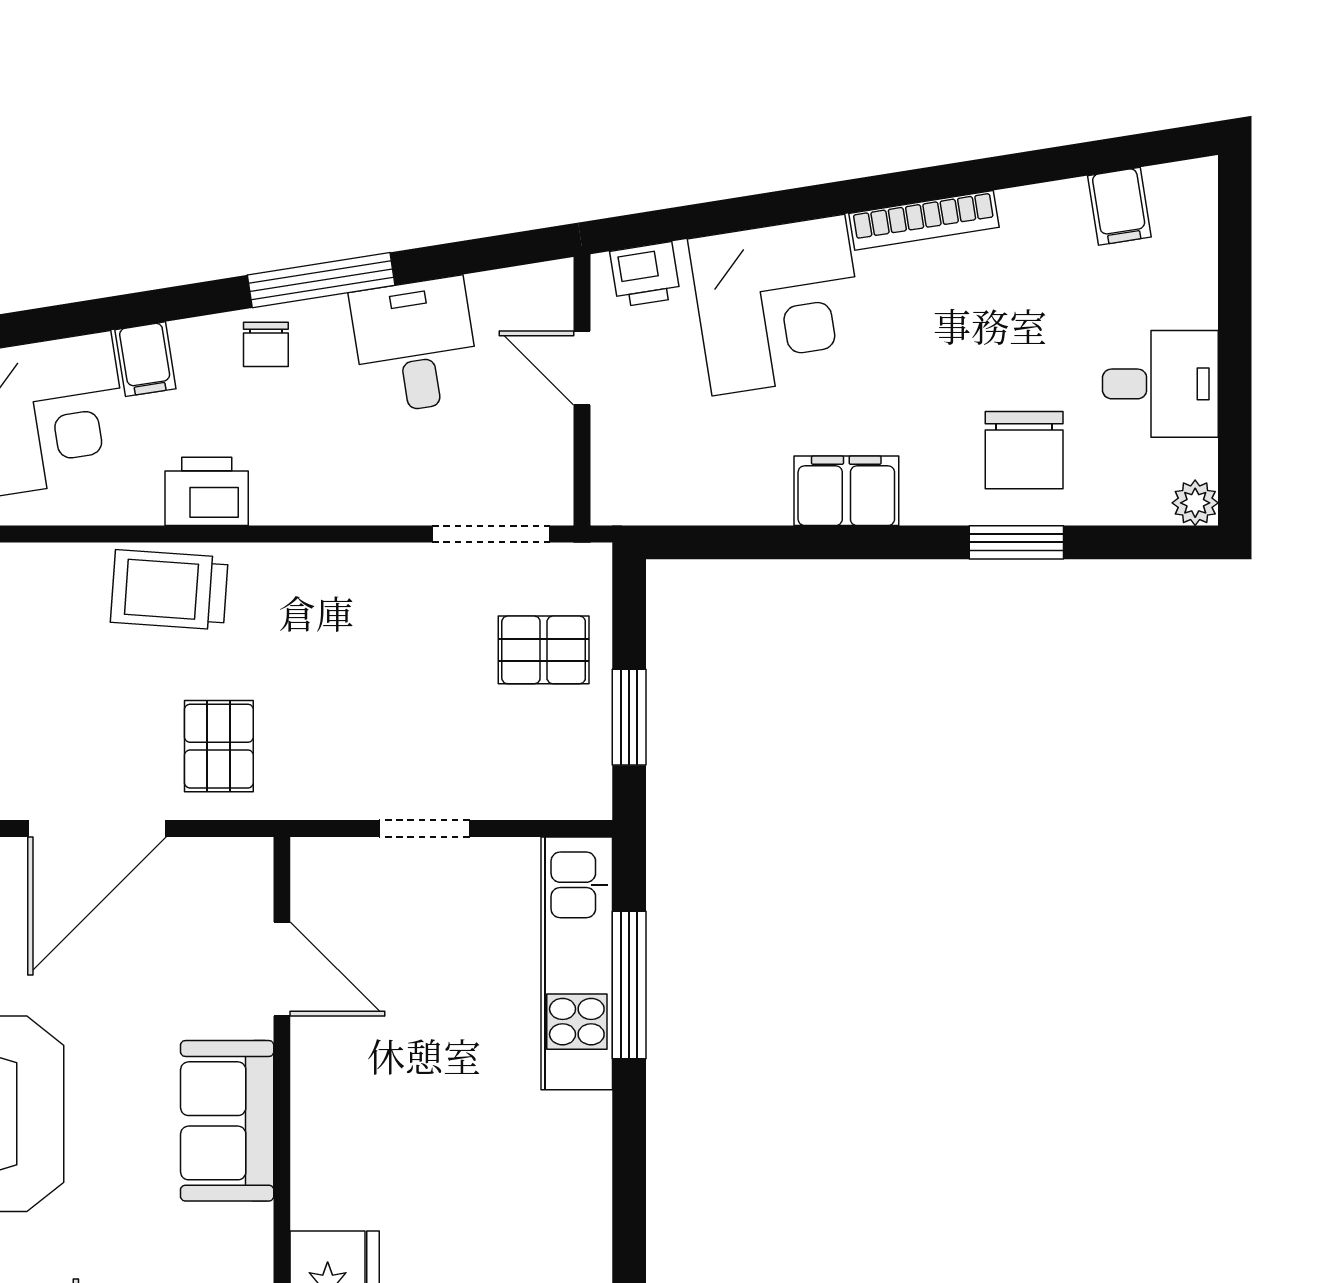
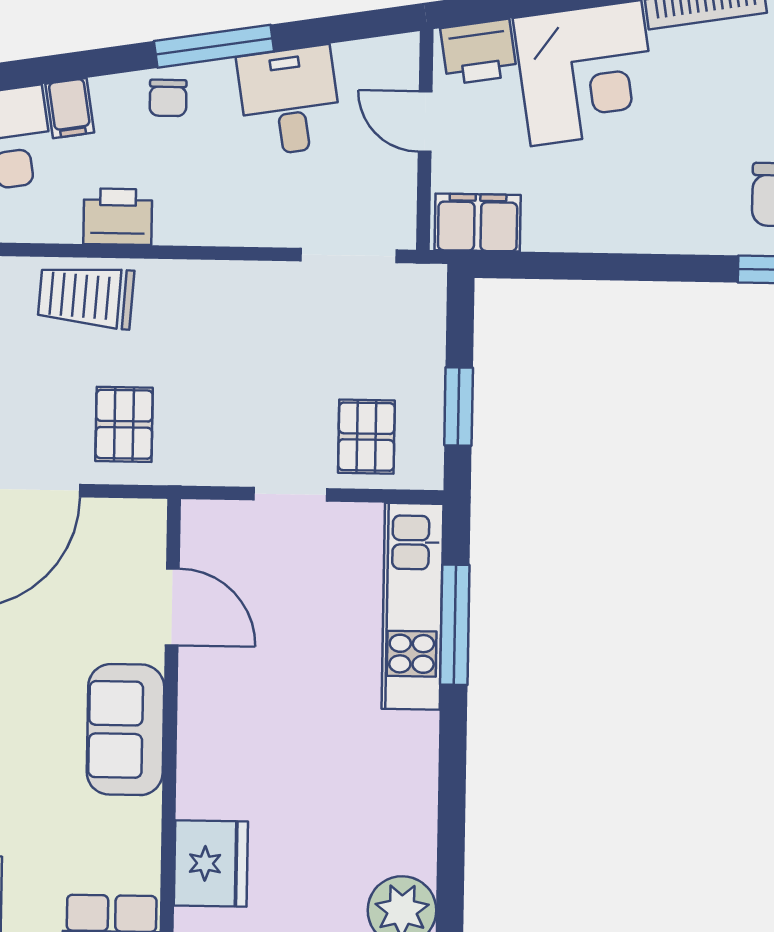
printer: (645, 275) -> (479, 52), width x1.36, depth x1.24
filing cabinet: (846, 491) -> (478, 222), moved
pallet: (544, 650) -> (366, 437), moved, turned 90

